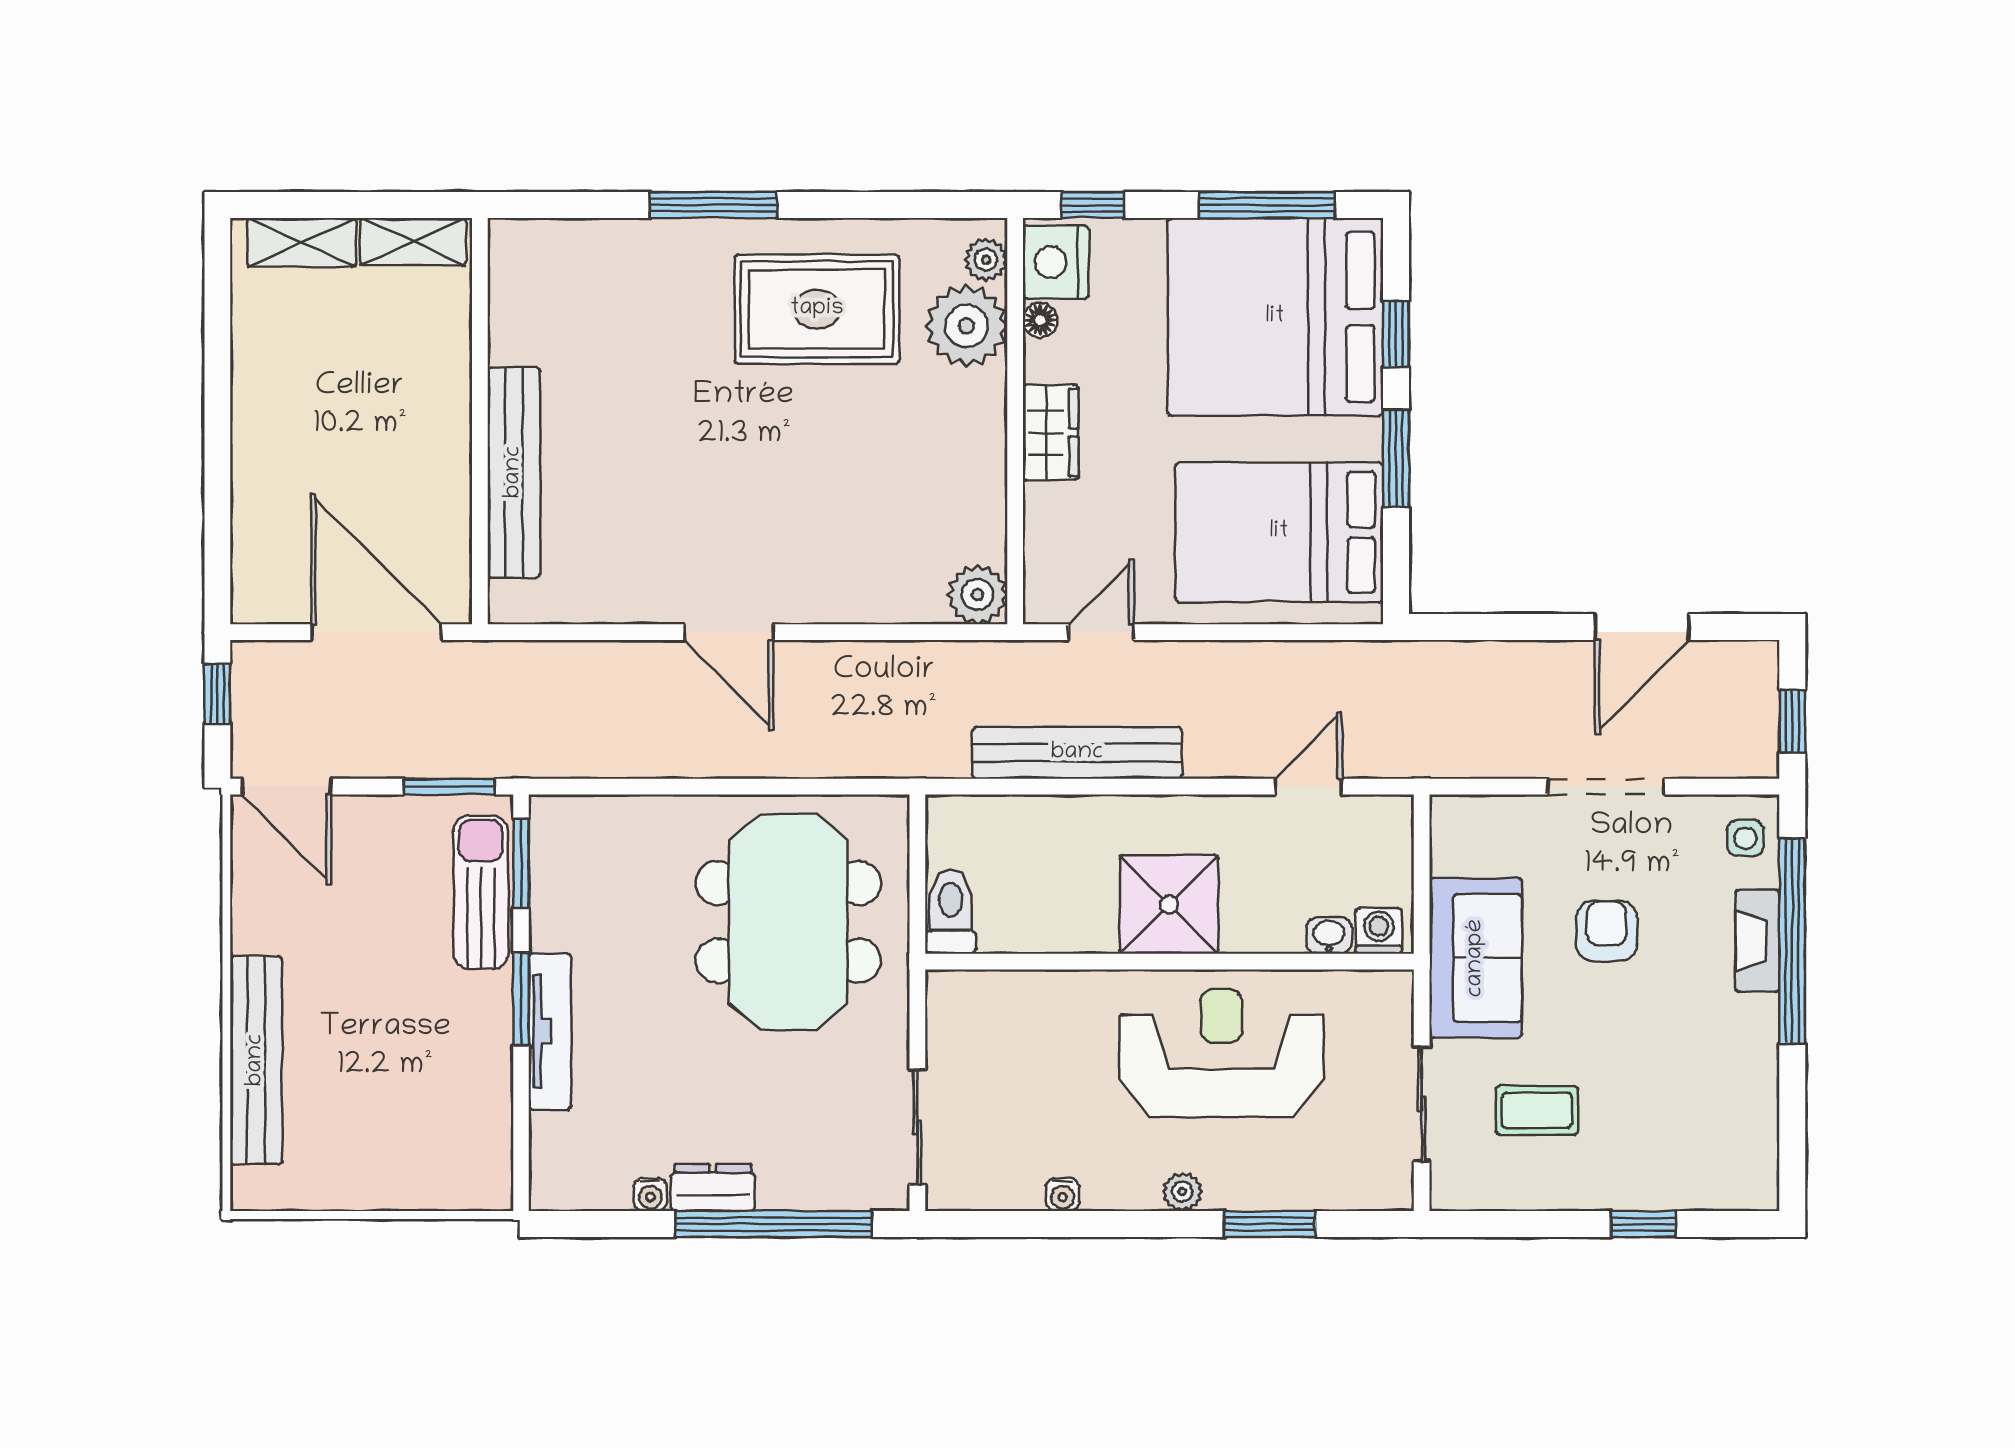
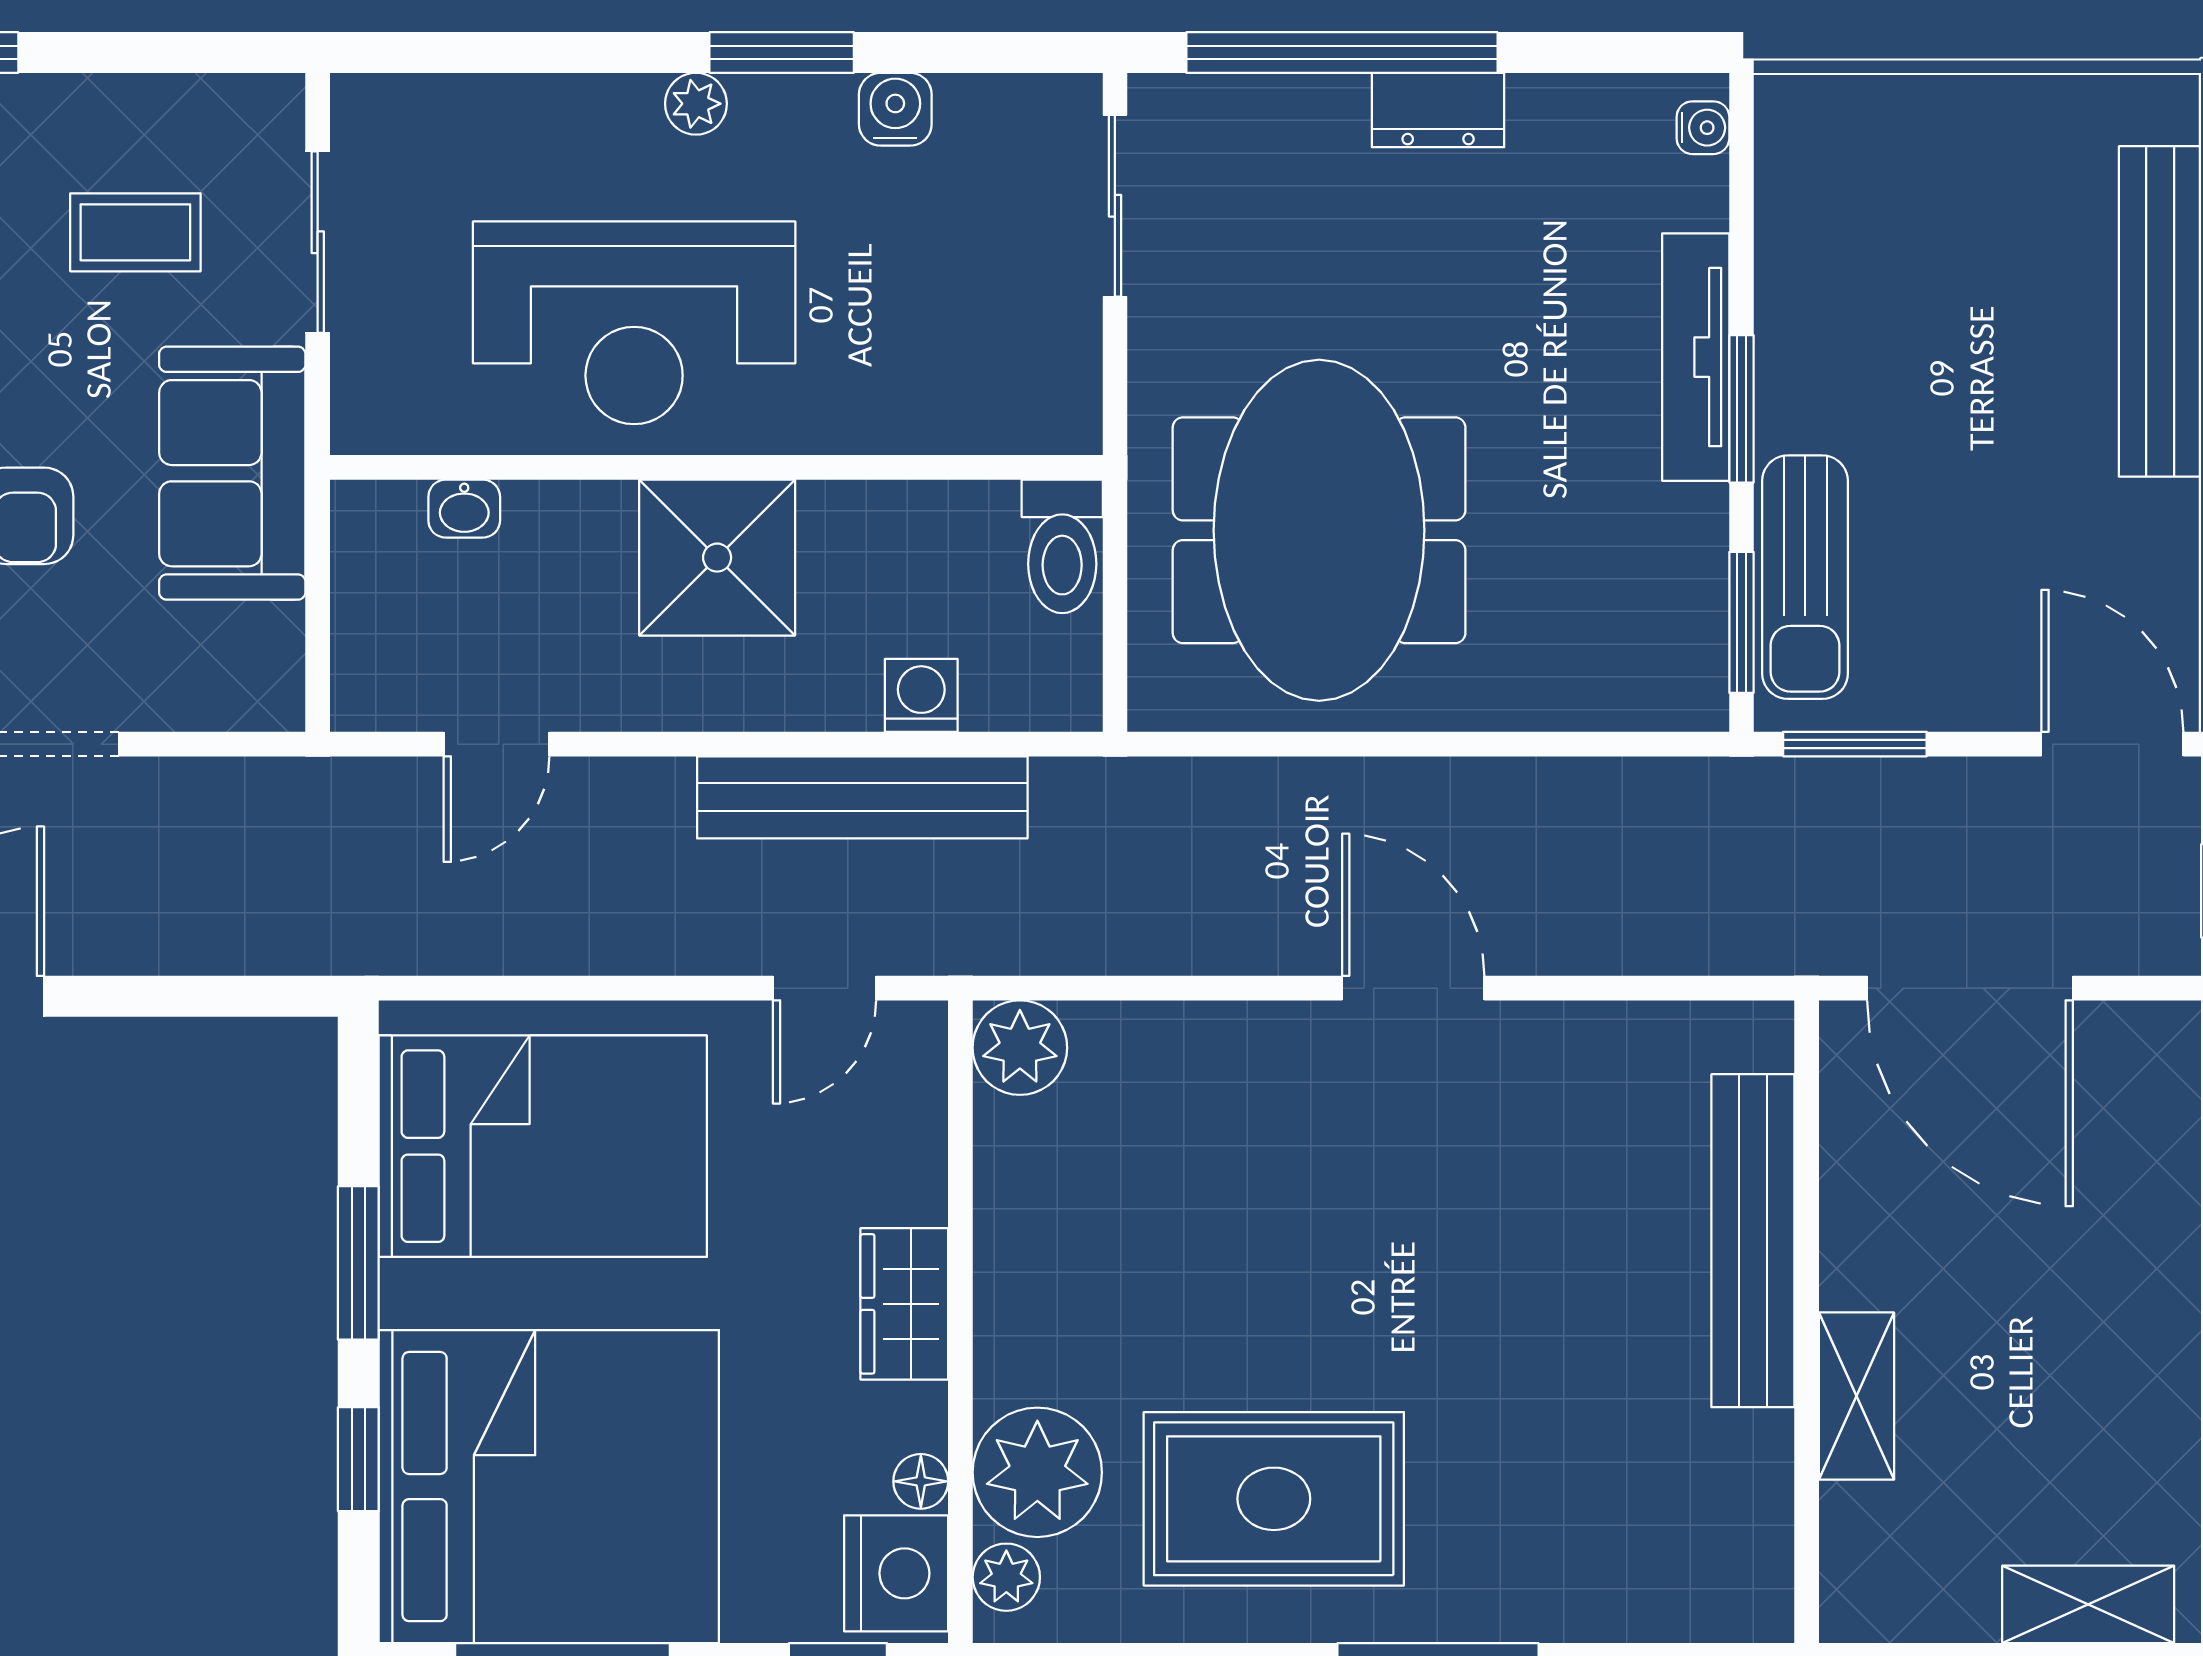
shelving: (413, 242) -> (1856, 1396), moved, turned 90
washing machine: (1379, 931) -> (921, 695), moved, turned 180
water cooler: (650, 1195) -> (1703, 128), moved, turned 90
water cooler: (1063, 1195) -> (895, 109), width x1.38, depth x1.38
window: (1270, 1224) -> (782, 52), moved

